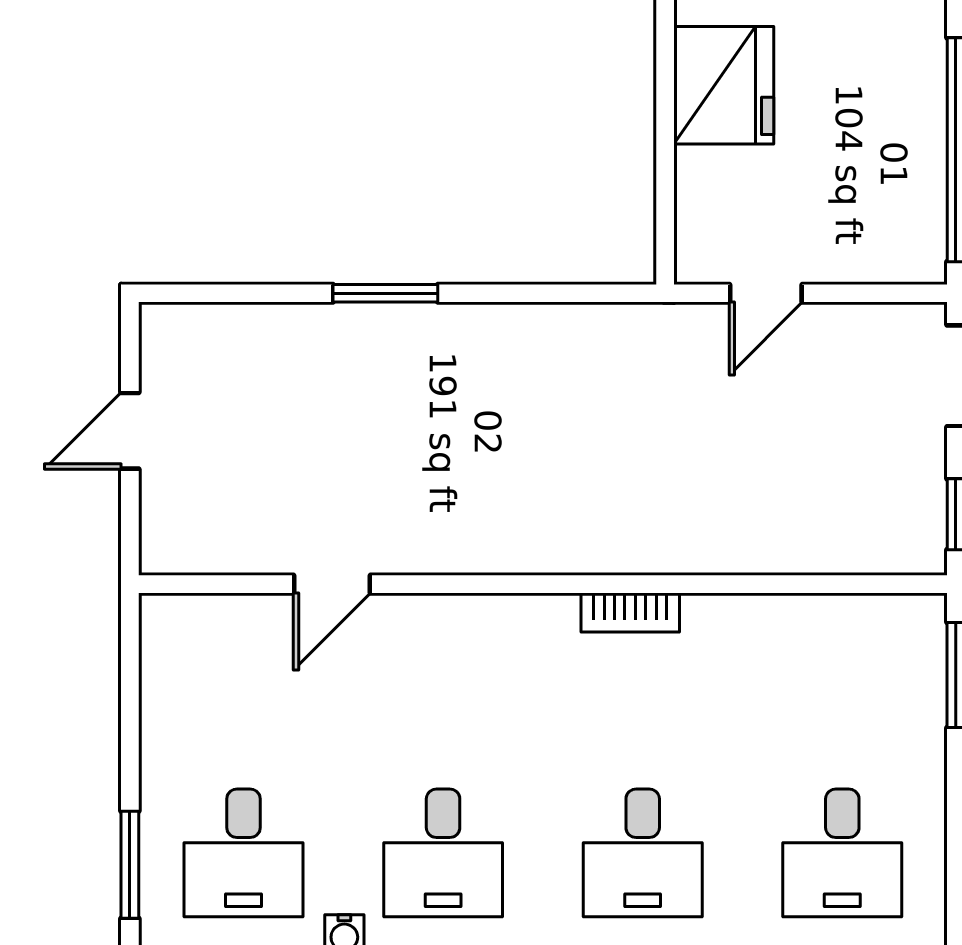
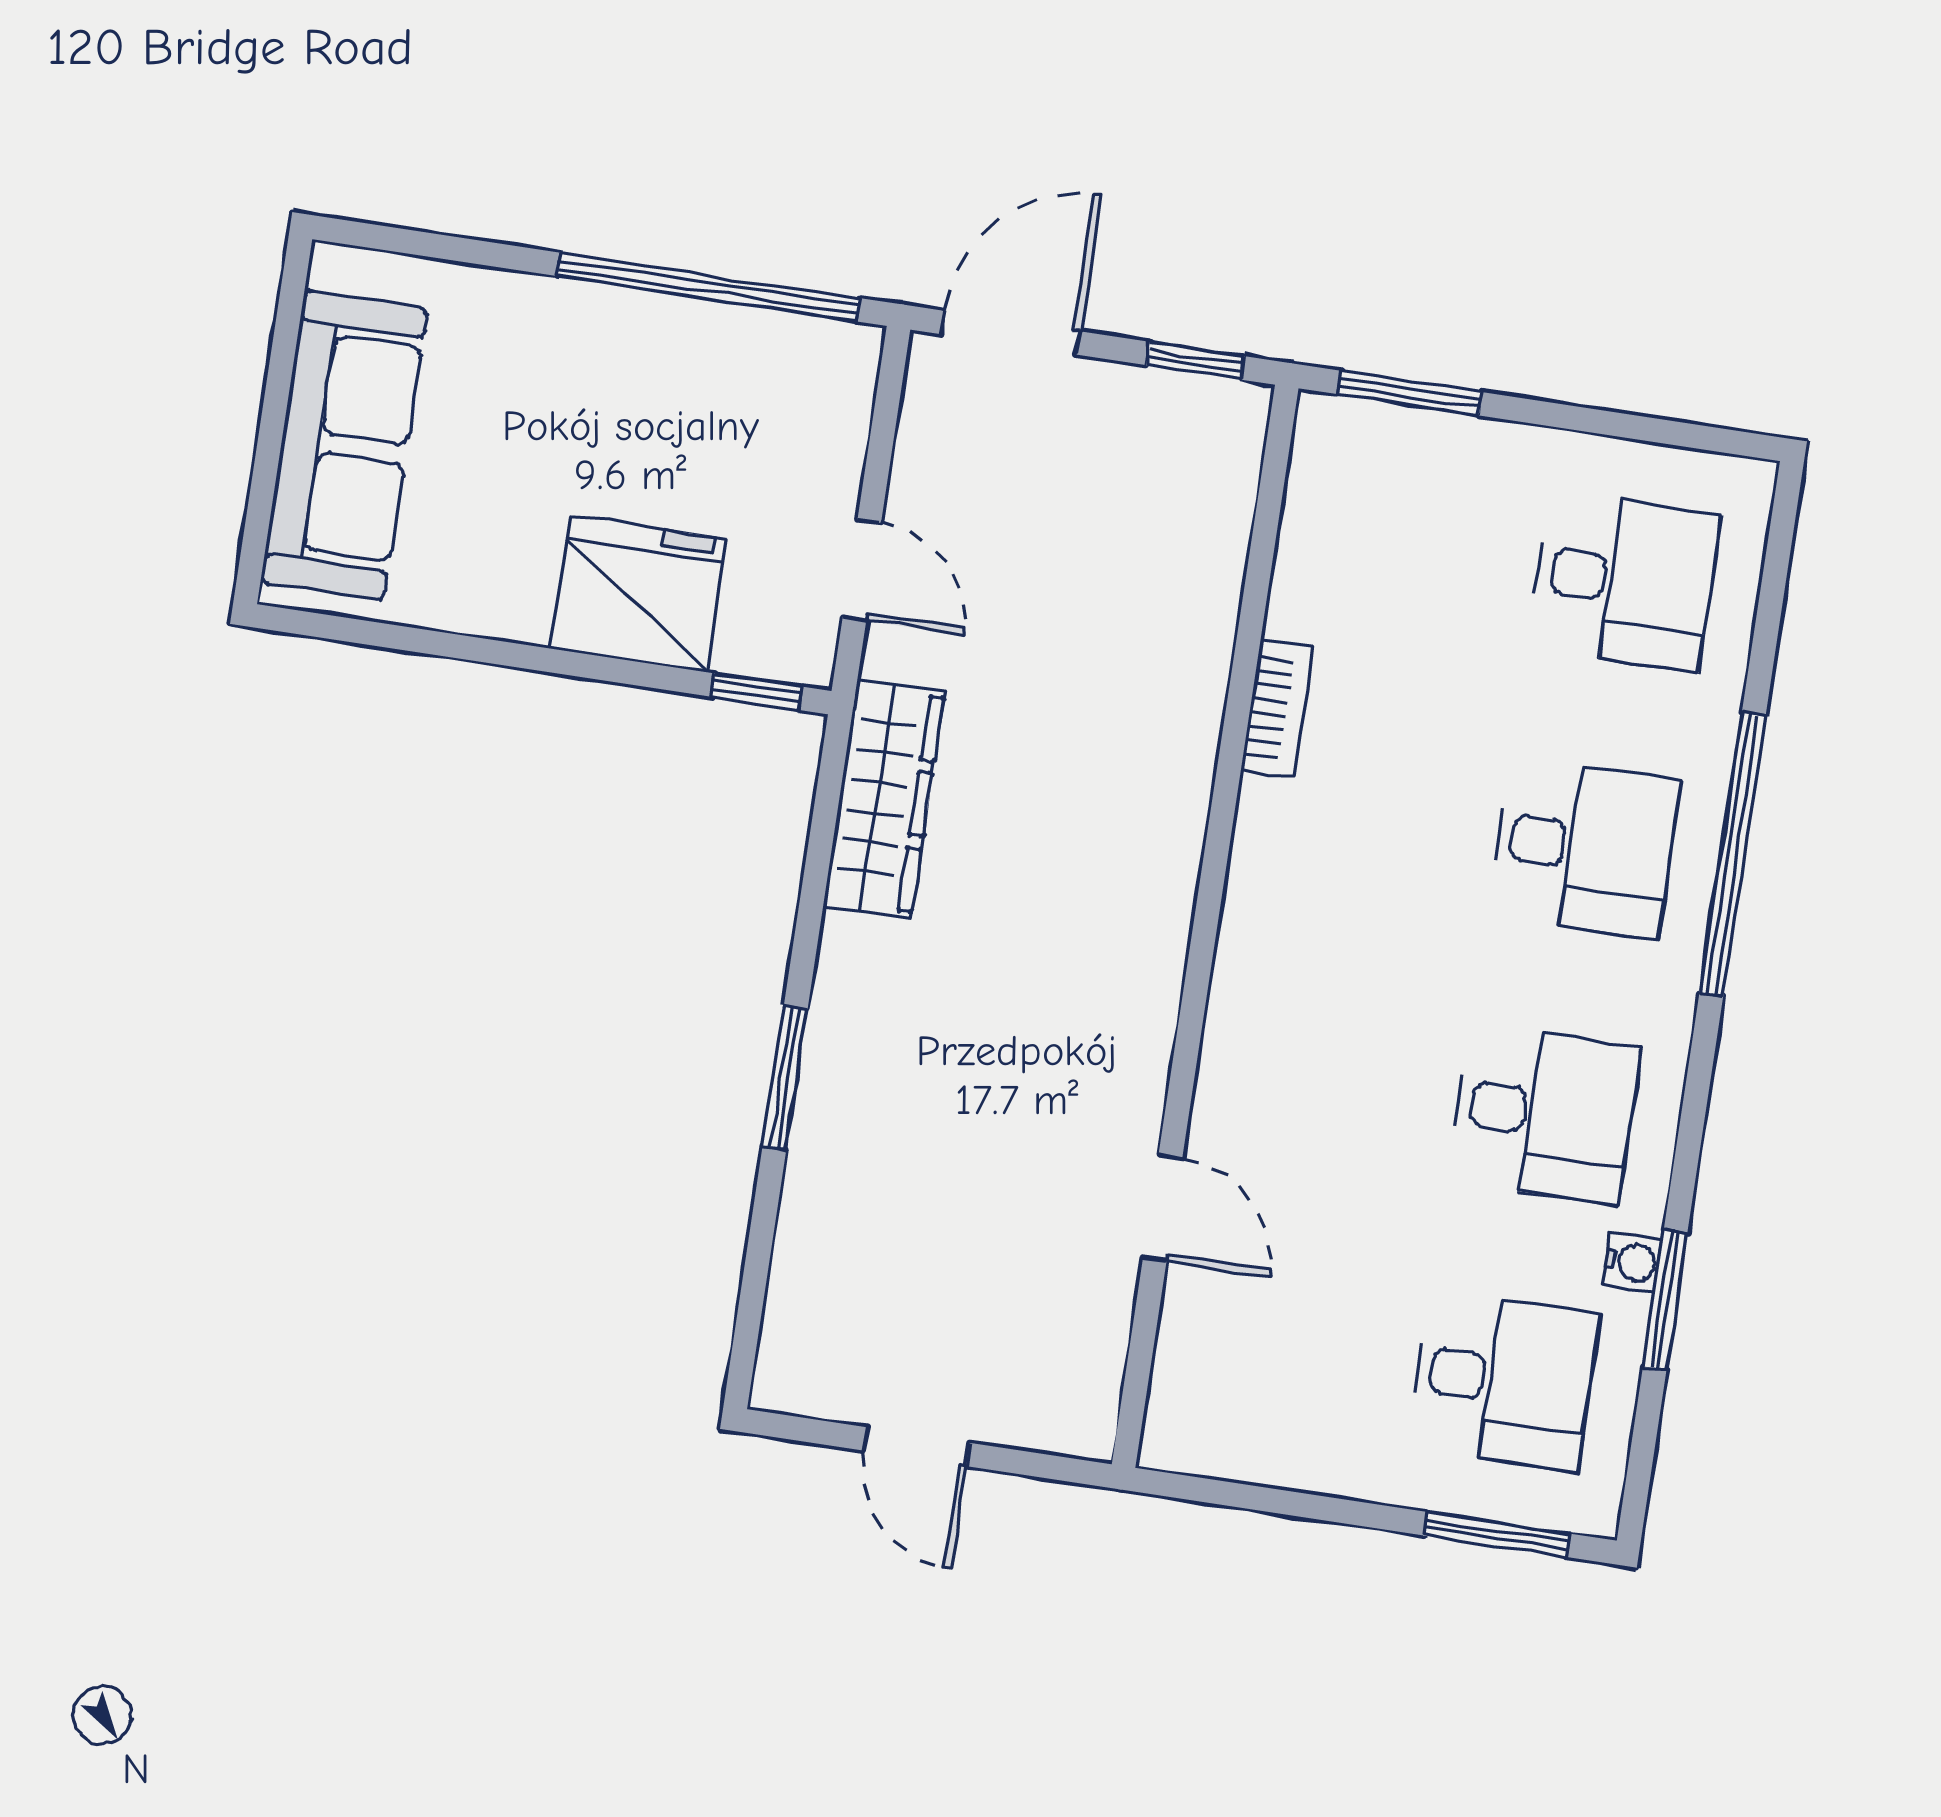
fridge: (724, 85) -> (639, 594), moved
window: (665, 230) -> (756, 692), added
wardrobe: (601, 335) -> (884, 799), added
bookcase: (630, 612) -> (1277, 708), moved

